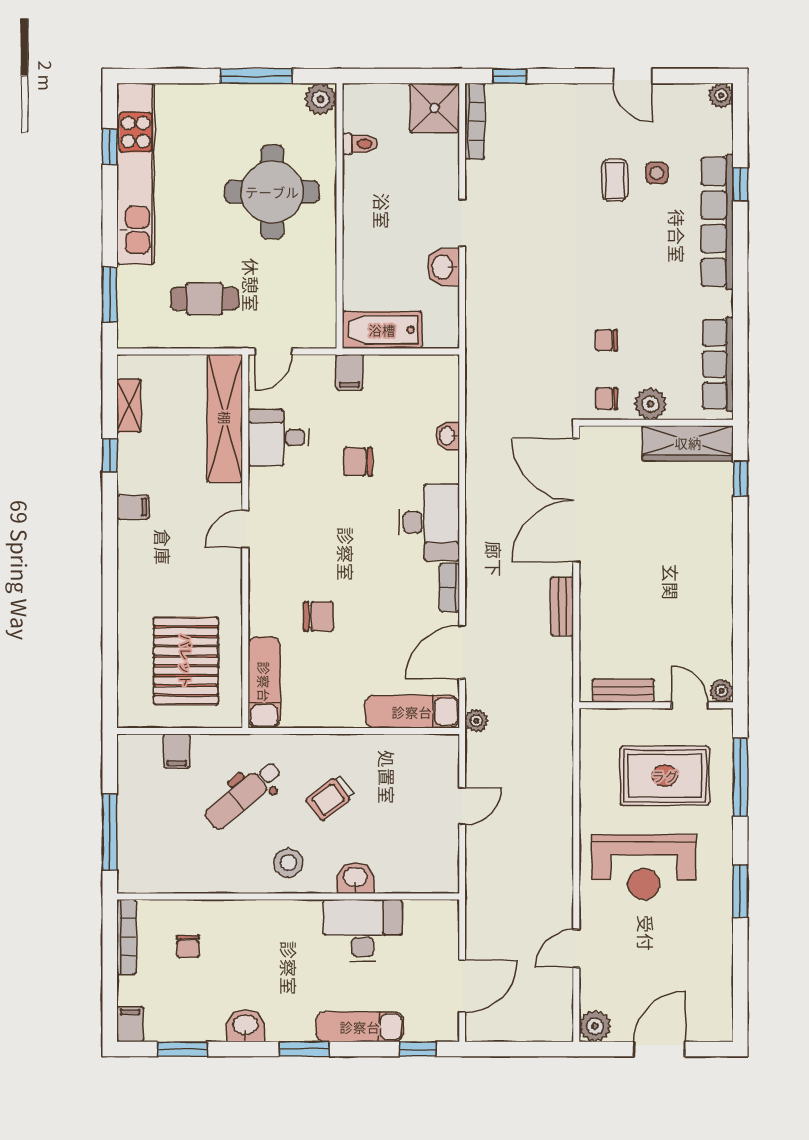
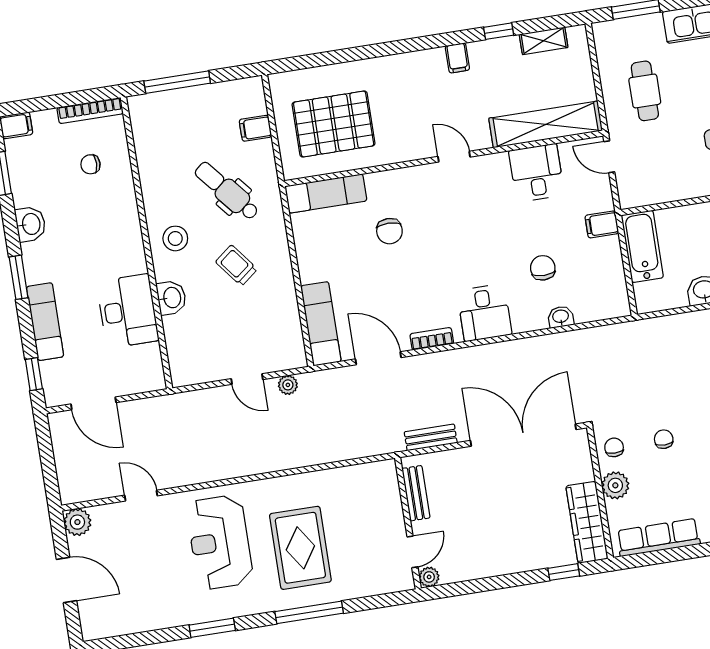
chair: (358, 462) -> (543, 268), moved
desk: (429, 522) -> (484, 313), width x0.73
bench: (623, 691) -> (416, 493), moved
plant: (722, 691) -> (429, 577), moved
wall: (656, 705) -> (408, 523), moved
door: (690, 705) -> (412, 552), moved
plant: (476, 721) -> (288, 385), moved

